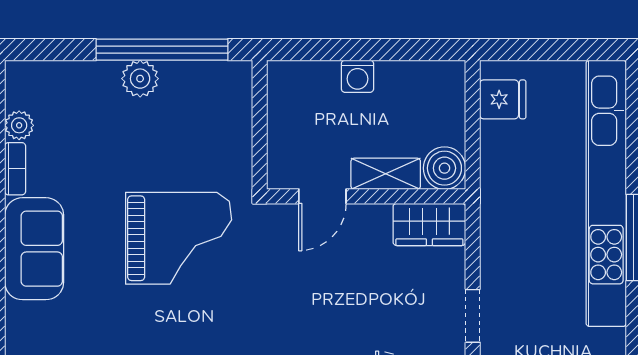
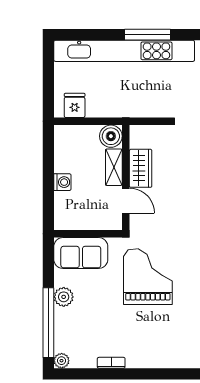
window: (162, 50) -> (48, 323), moved
plant: (19, 125) -> (62, 361), moved
wardrobe: (429, 224) -> (141, 168), moved
sofa: (34, 249) -> (81, 253), moved, turned 180

